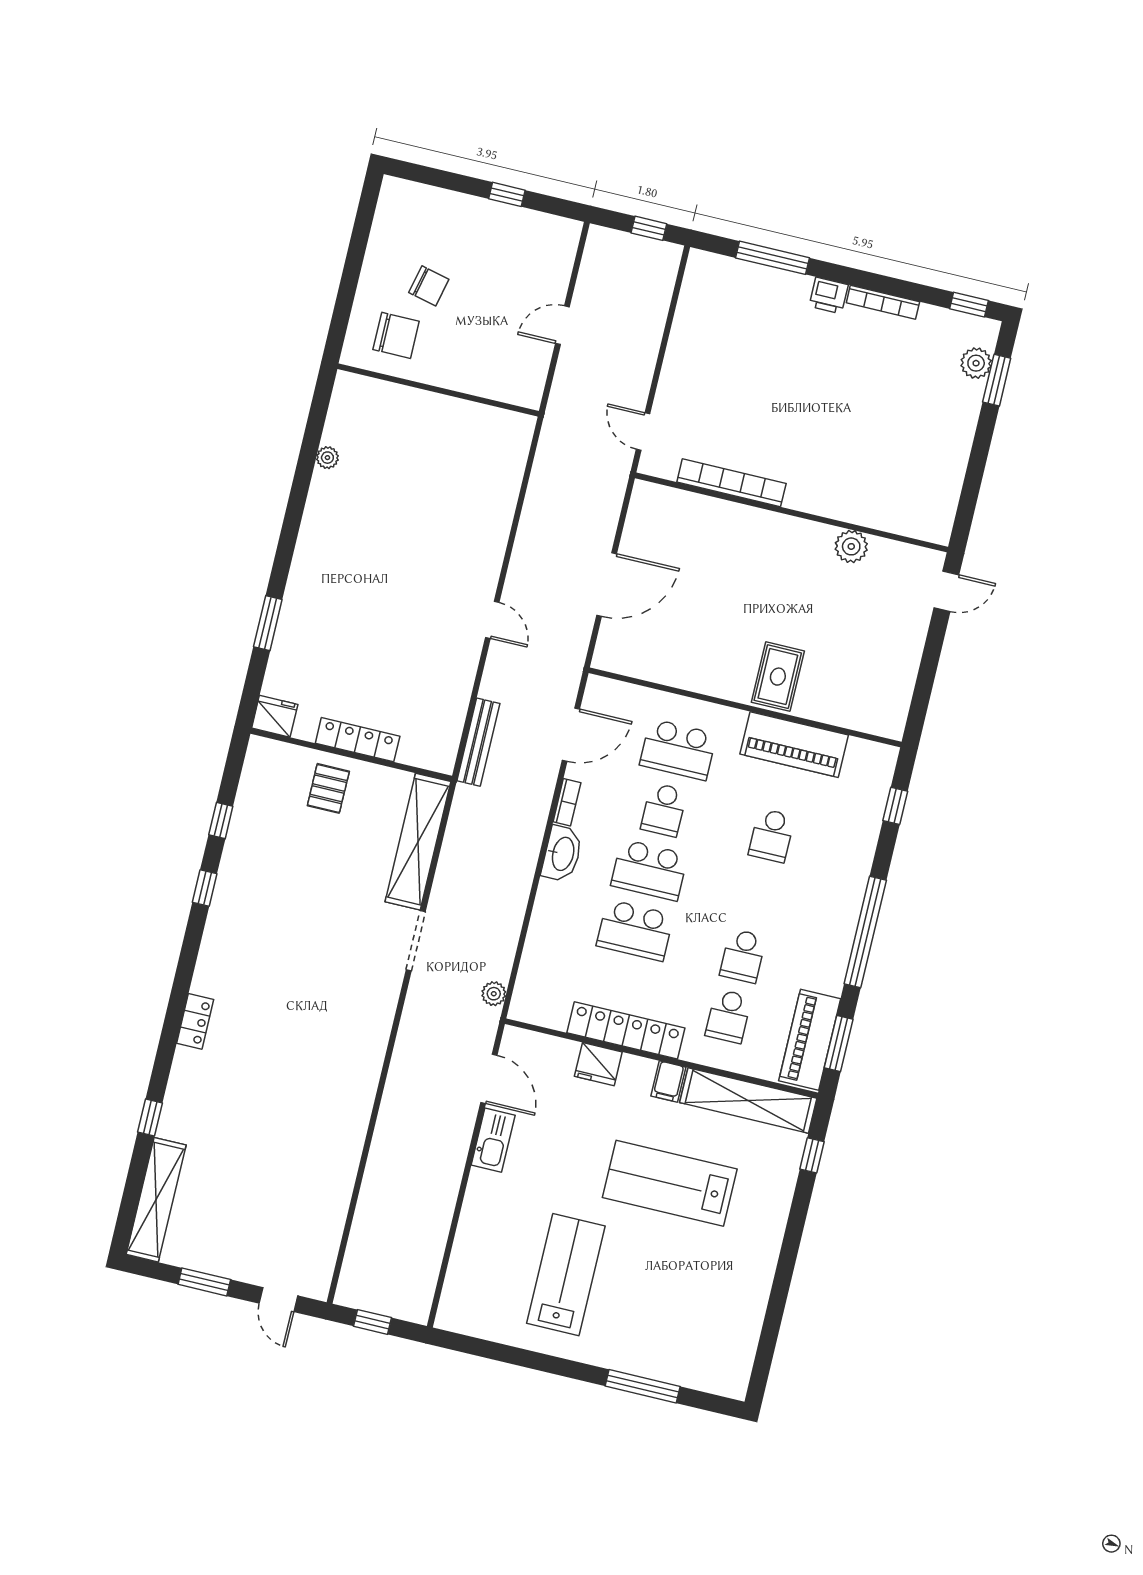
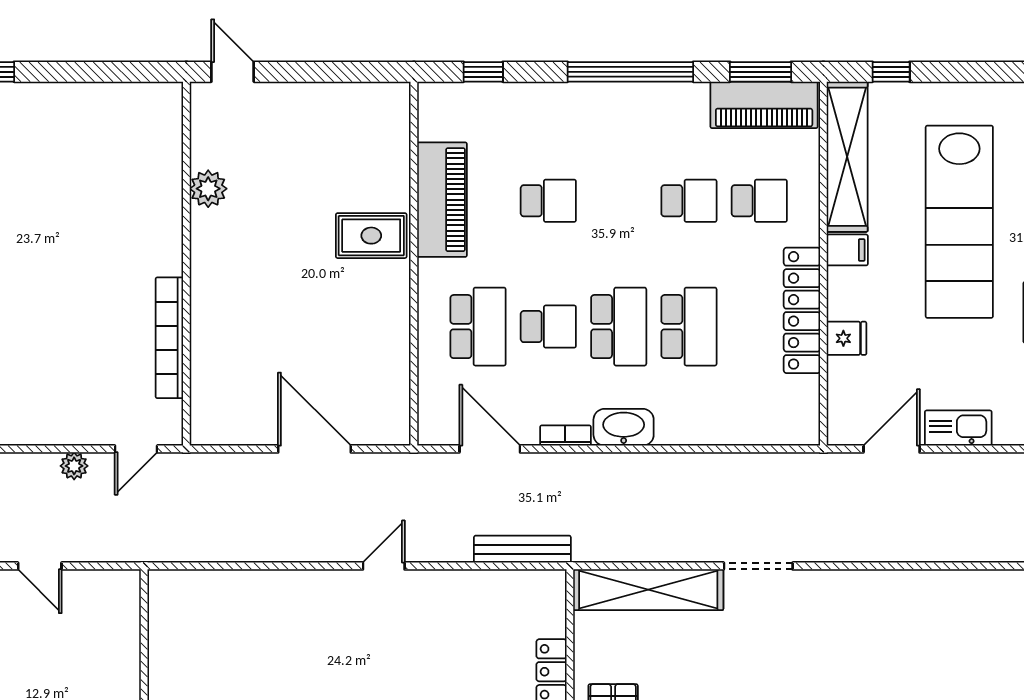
plant: (494, 994) -> (74, 466), moved
fridge: (598, 1064) -> (847, 338), width x0.72
lab bench: (670, 1183) -> (959, 222), width x1.36

